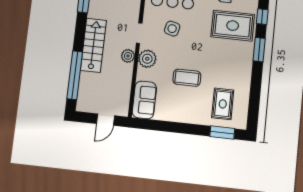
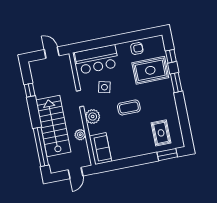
stairs: (93, 45) -> (53, 126), width x1.36, depth x1.51
plant: (128, 56) -> (80, 135), moved
coffee table: (187, 78) -> (129, 107), moved

